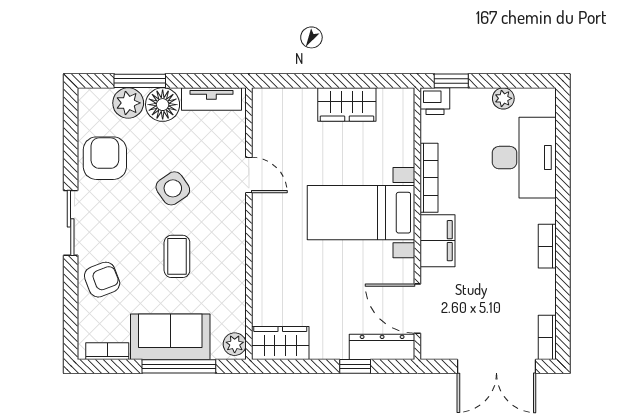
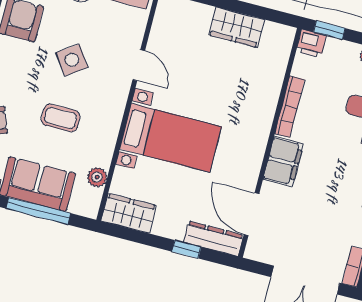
bed with nightstands: (361, 213) -> (170, 138), moved, turned 180
coffee table: (177, 256) -> (61, 118), turned 90
plant: (235, 344) -> (97, 177), moved

